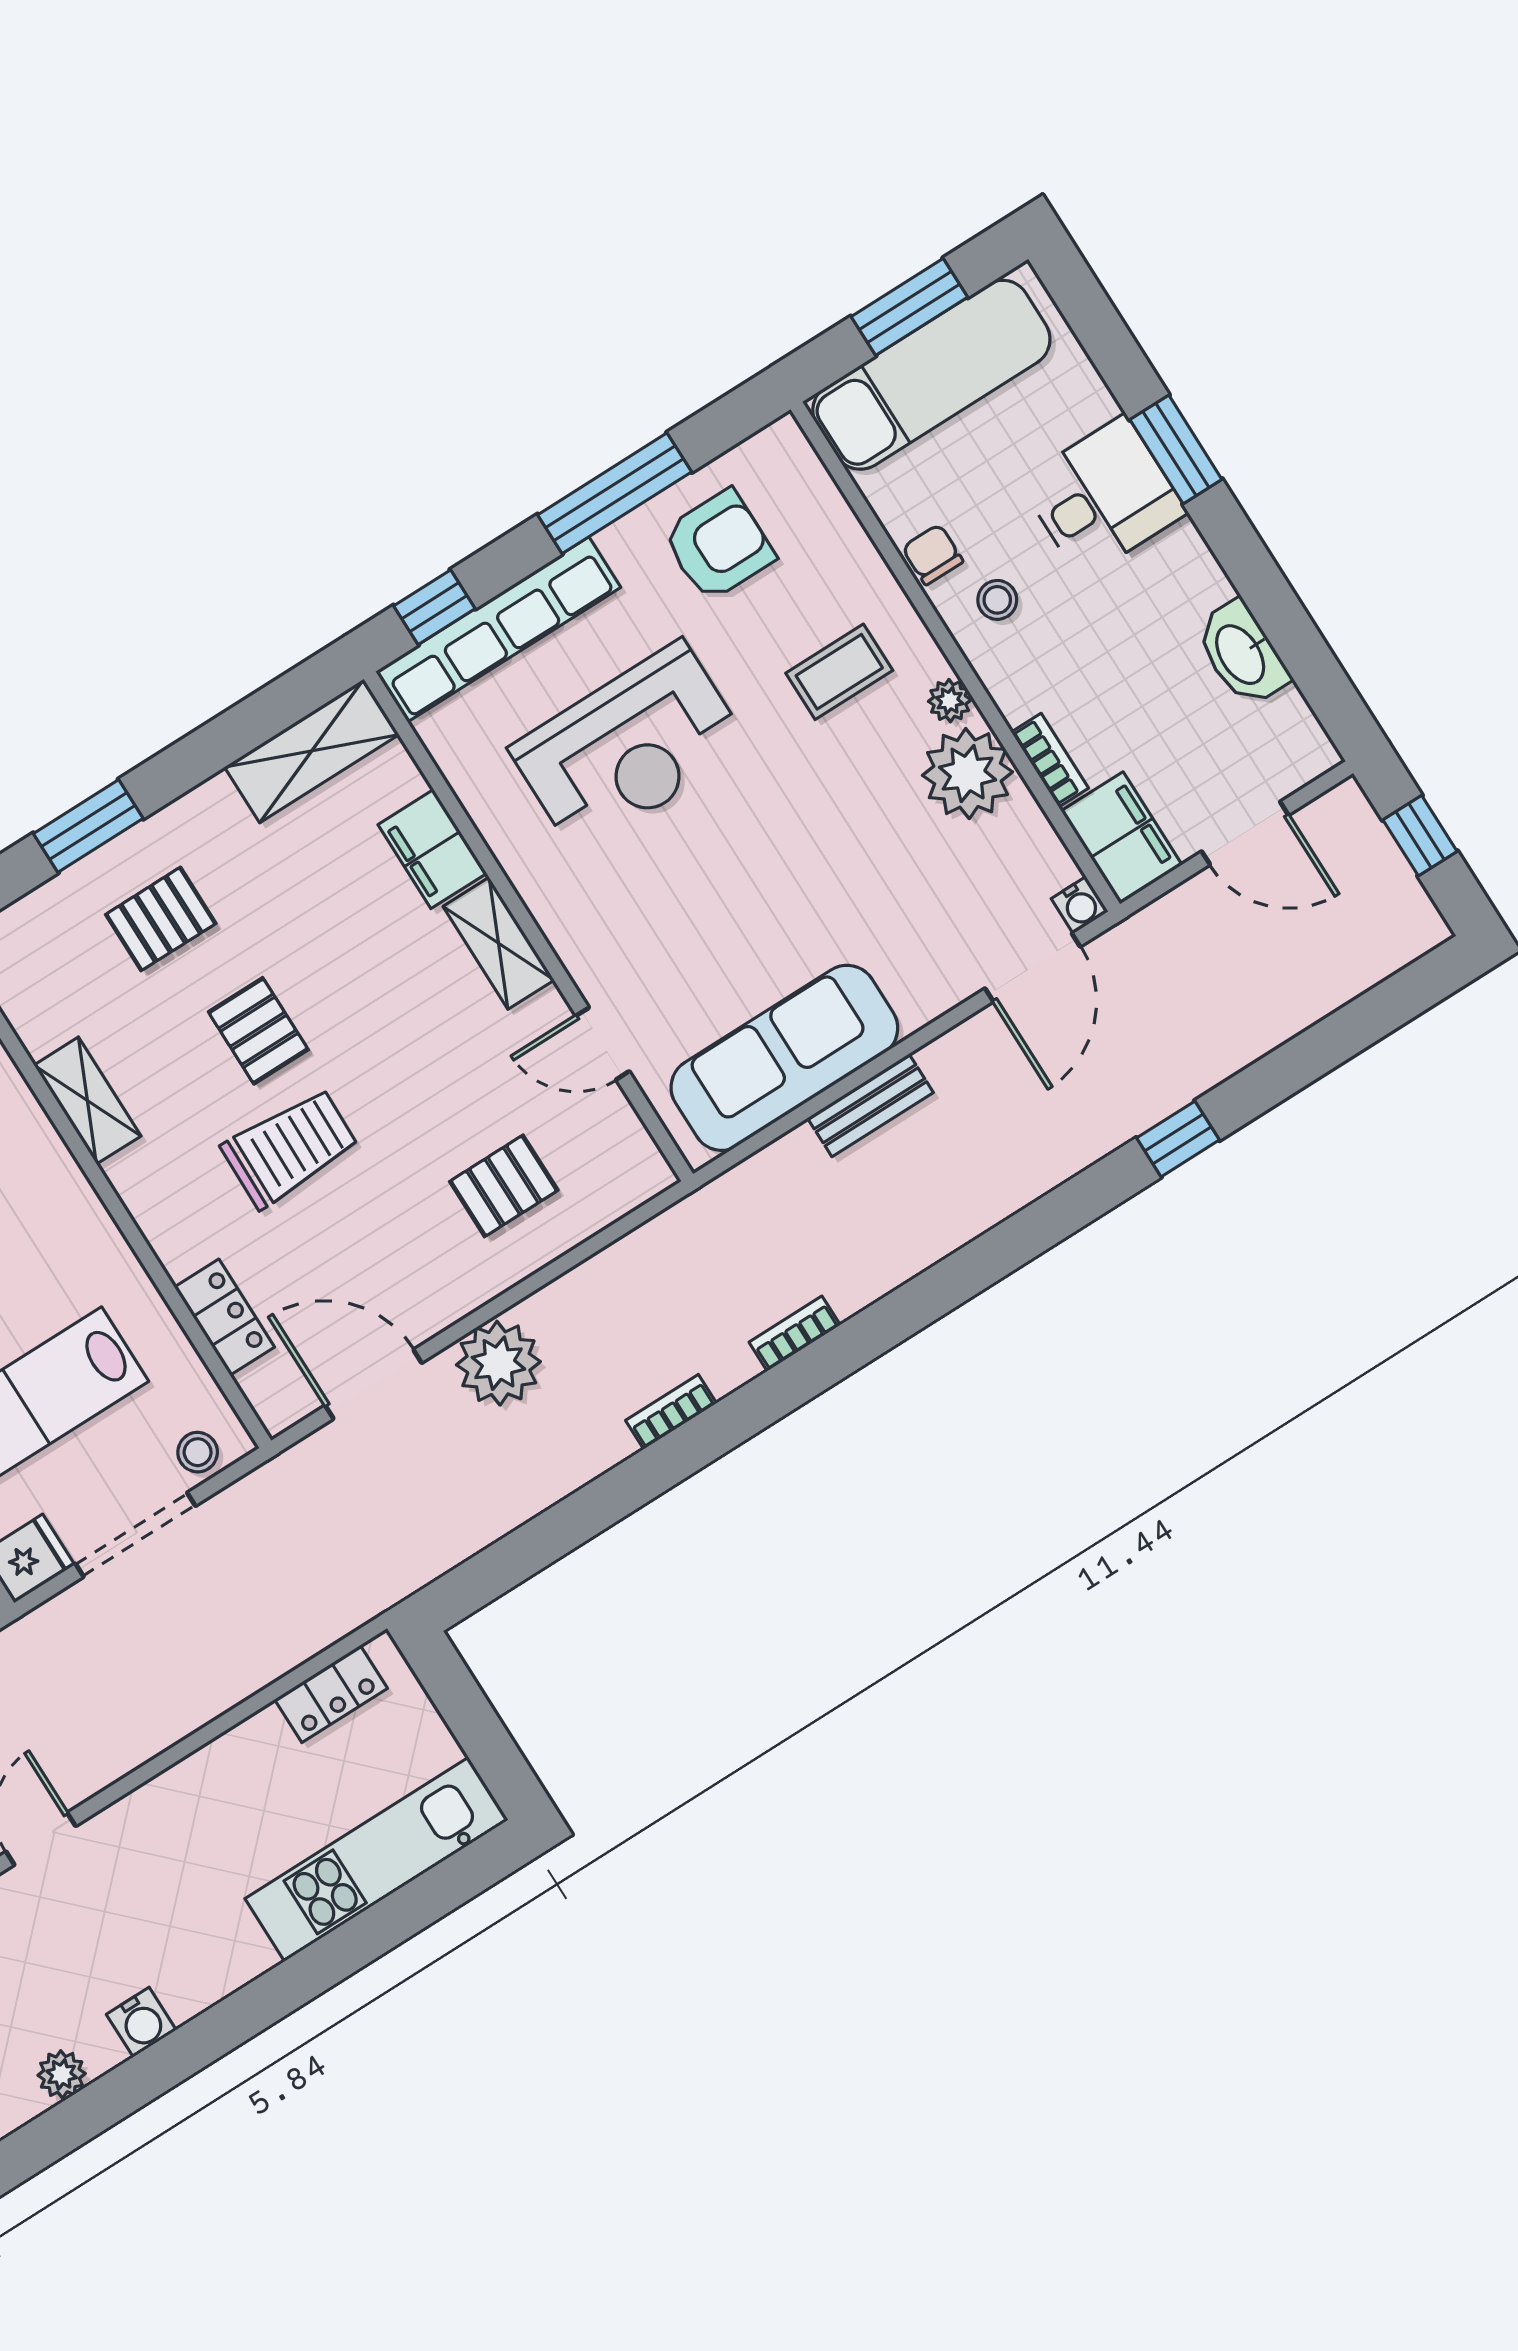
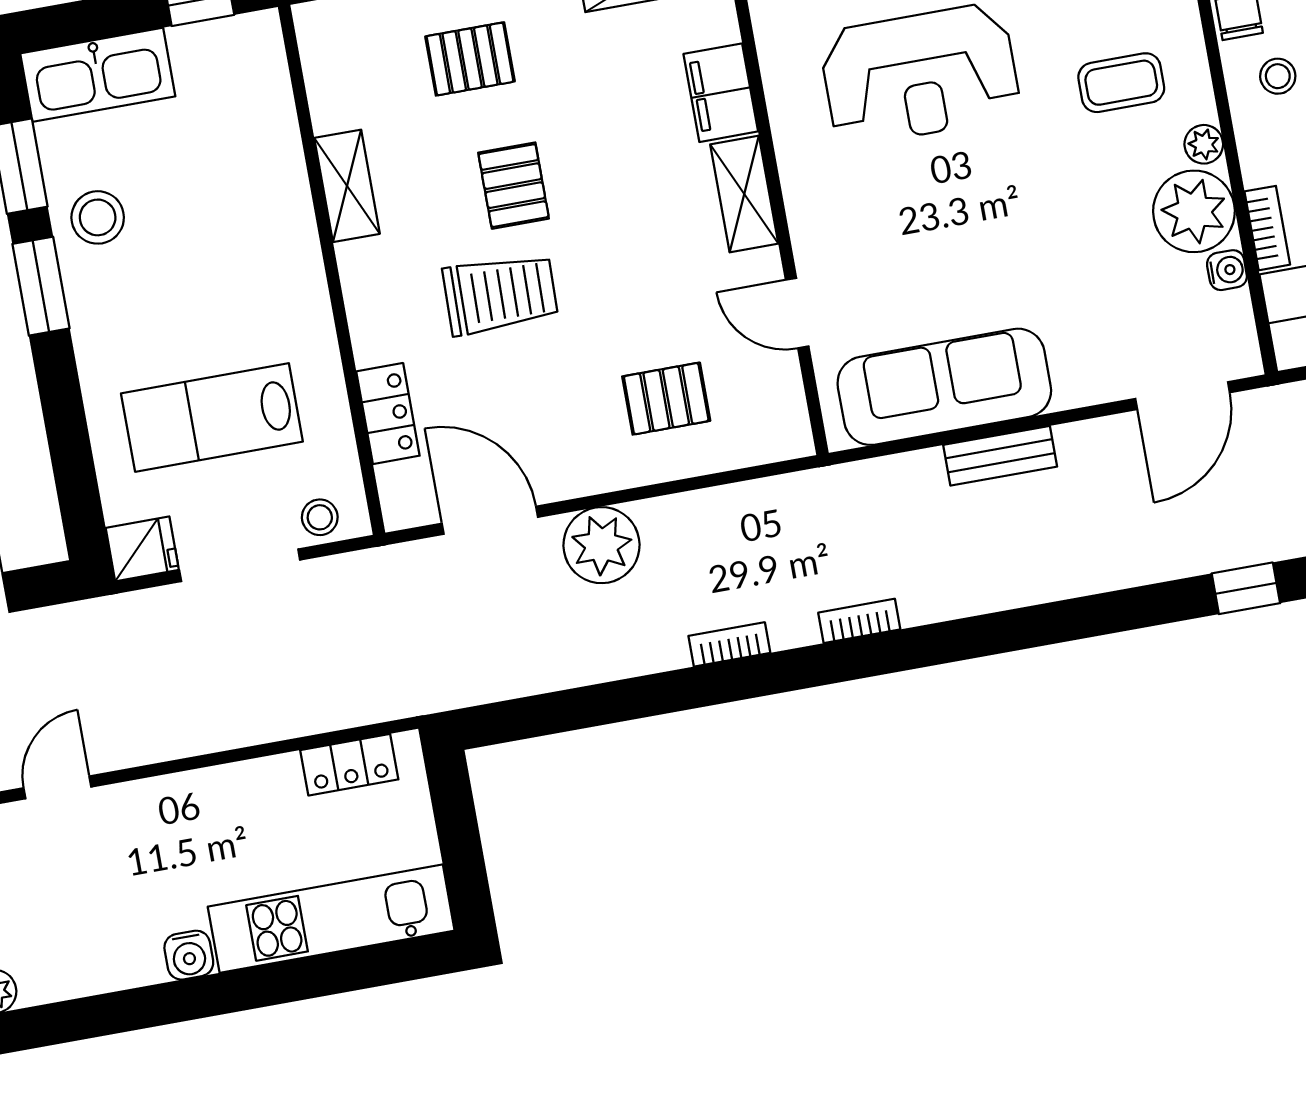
water cooler: (1080, 905) -> (1227, 270), moved, turned -90
water cooler: (141, 2022) -> (189, 955), moved

